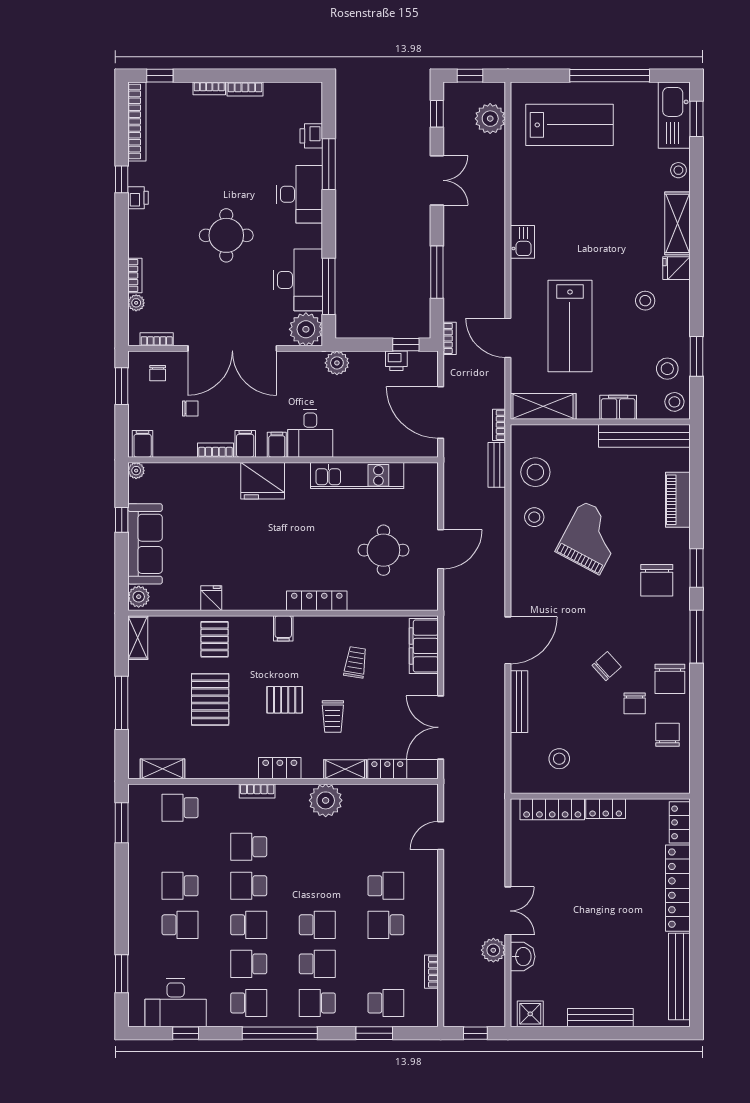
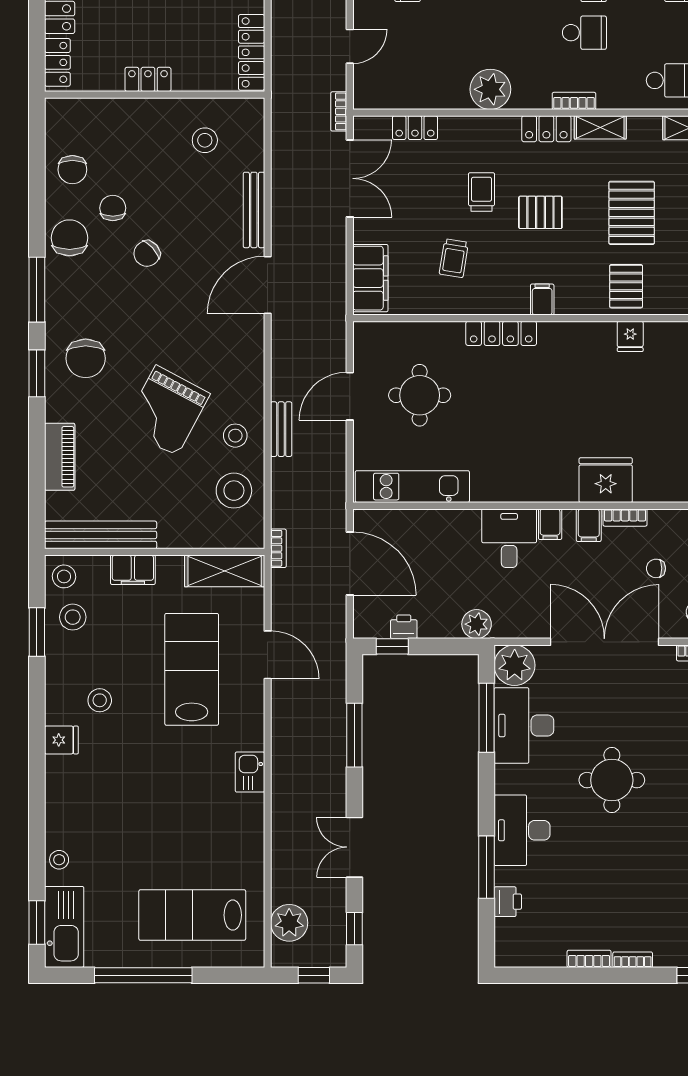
shelving: (678, 223) -> (60, 795), removed
bookcase: (450, 338) -> (339, 111), moved
bench: (497, 465) -> (281, 429), moved
kitchen unit: (357, 475) -> (412, 487), moved
fridge: (263, 481) -> (606, 480), moved
chair: (657, 580) -> (86, 358), turned 180
shelving: (345, 769) -> (600, 127), moved
locker: (552, 809) -> (252, 52), moved, turned -90

